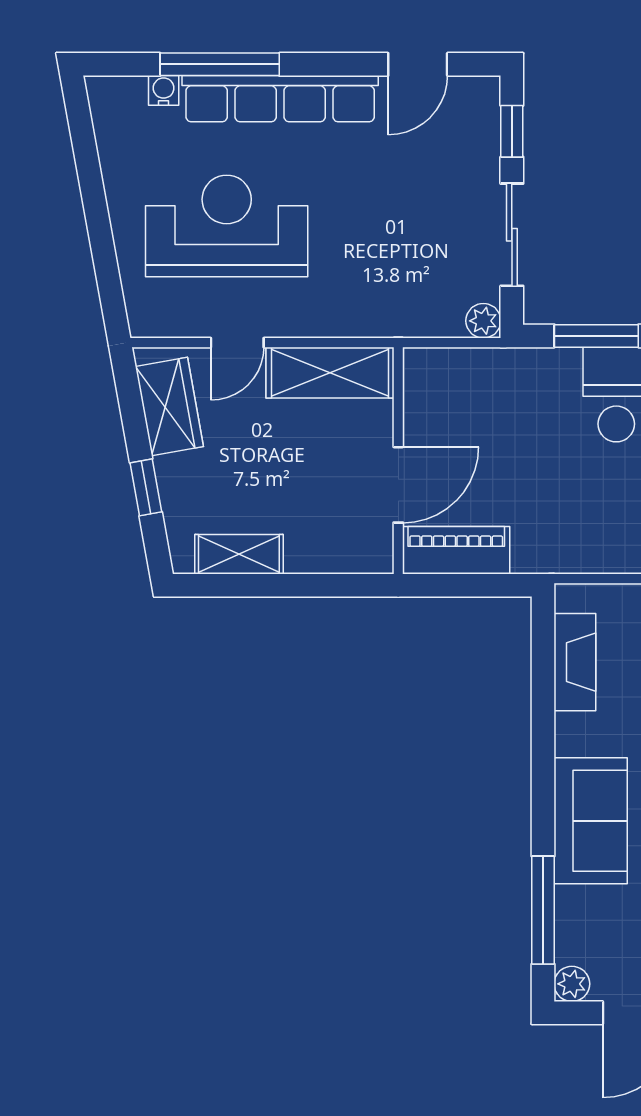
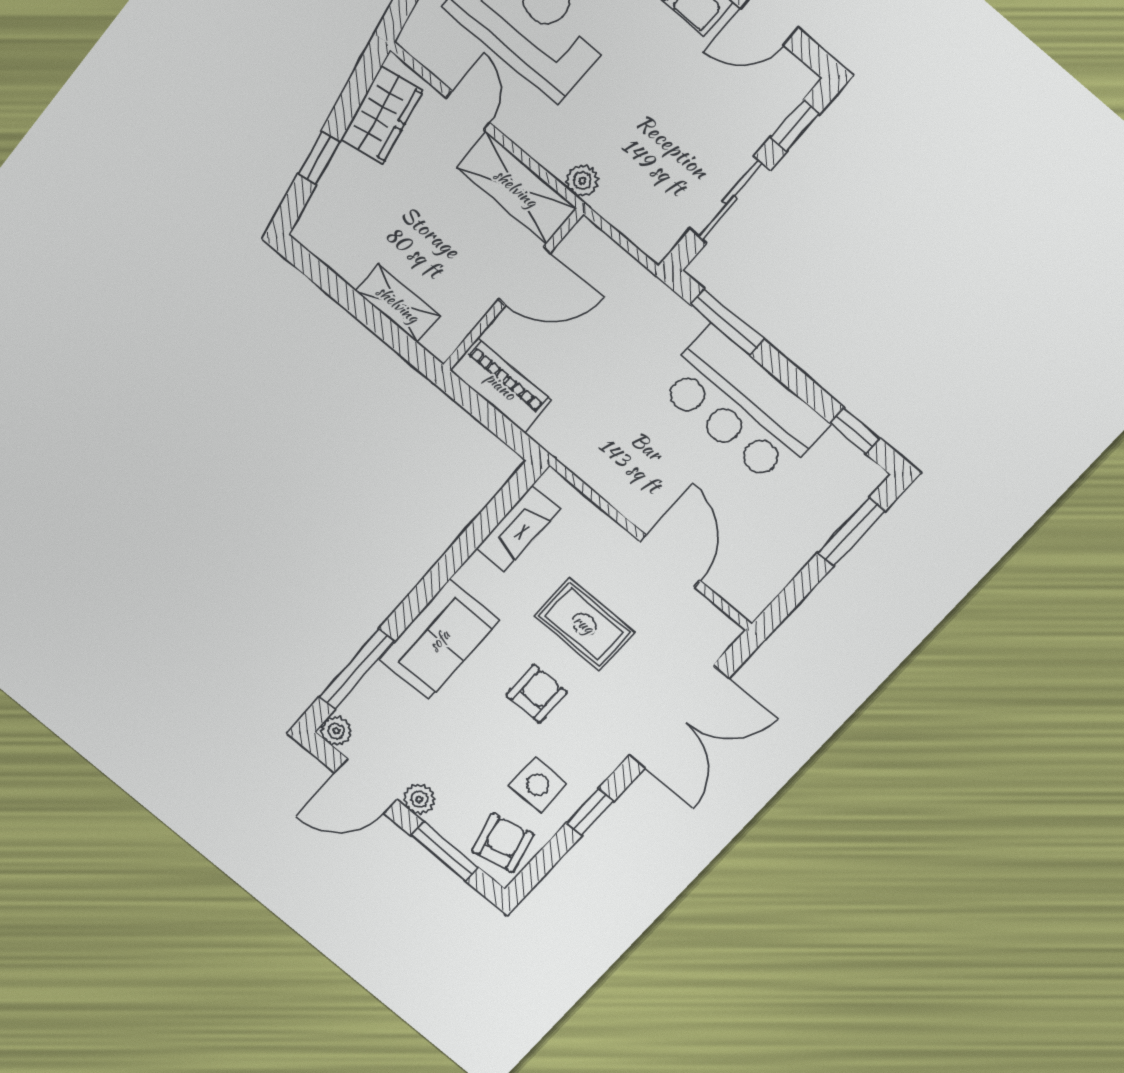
plant: (483, 321) -> (582, 181), moved
door: (237, 343) -> (468, 110), swing flipped
door: (398, 485) -> (525, 276), moved
shelving: (239, 554) -> (398, 304), moved

